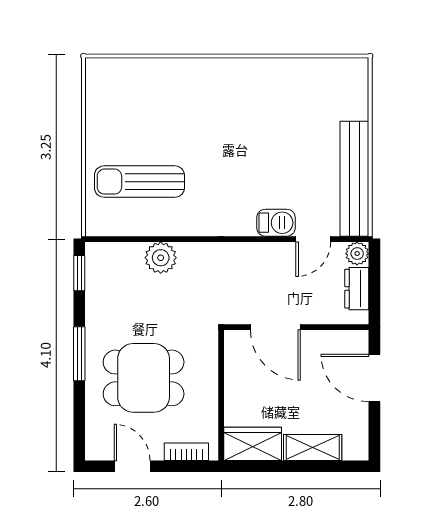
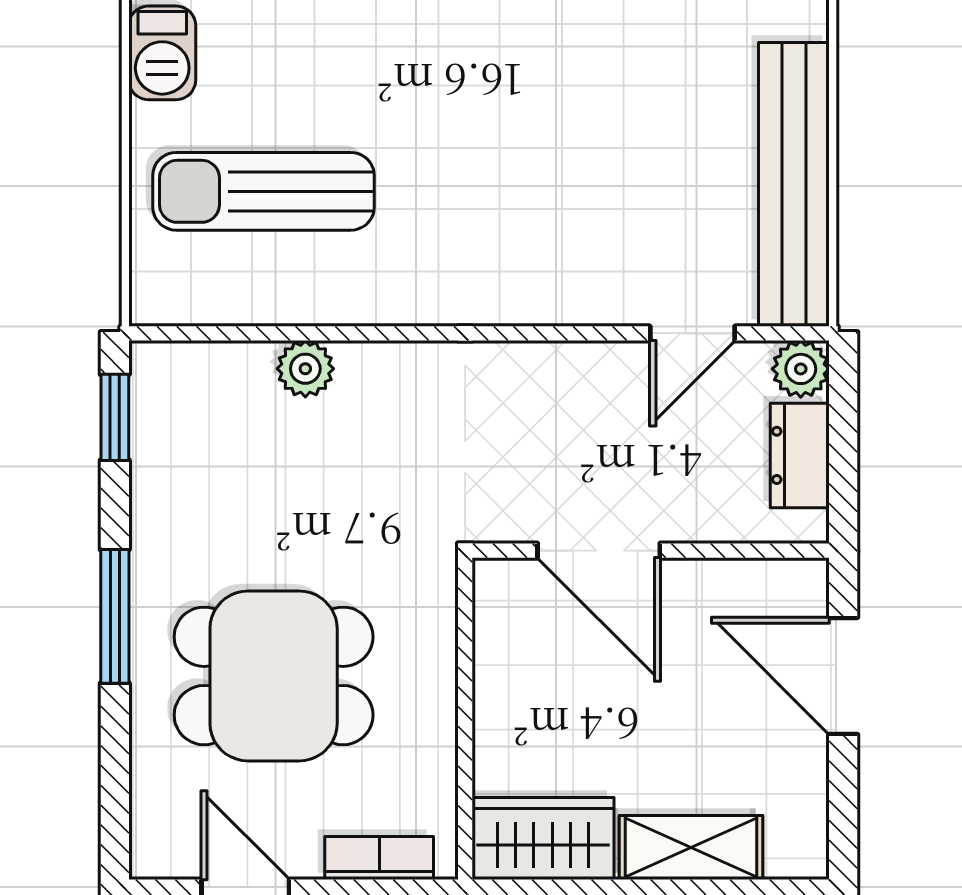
barbecue: (276, 223) -> (162, 53), moved, turned 90
plant: (161, 258) -> (305, 369), width x0.73, depth x0.73

